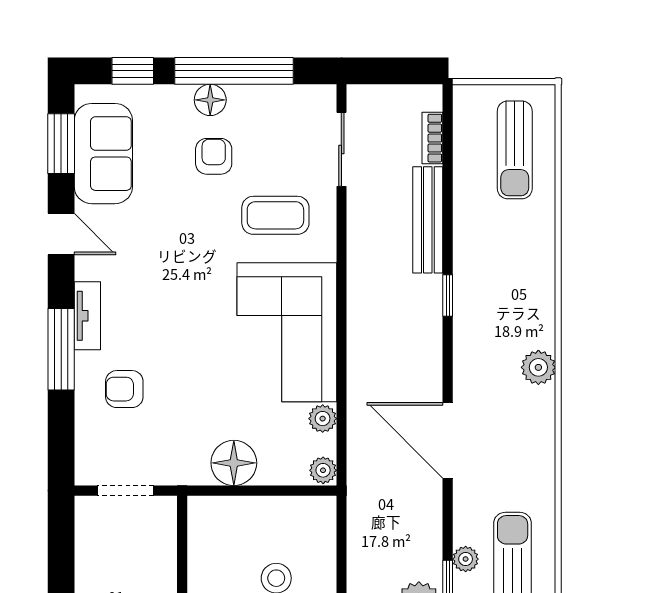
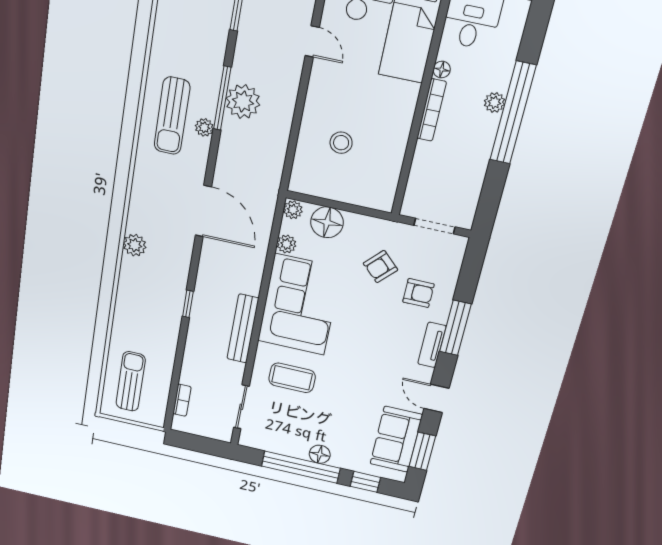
armchair: (214, 156) -> (380, 267), moved, turned 44
bench: (428, 220) -> (243, 329), moved
floor lamp: (234, 463) -> (327, 222), moved

